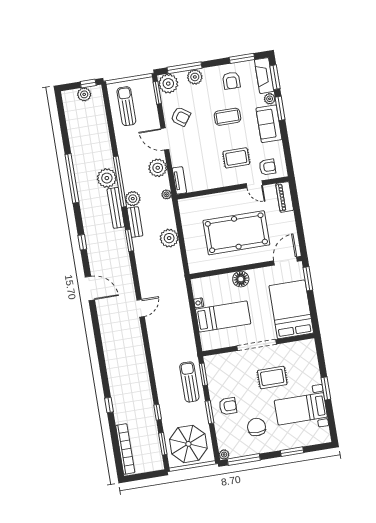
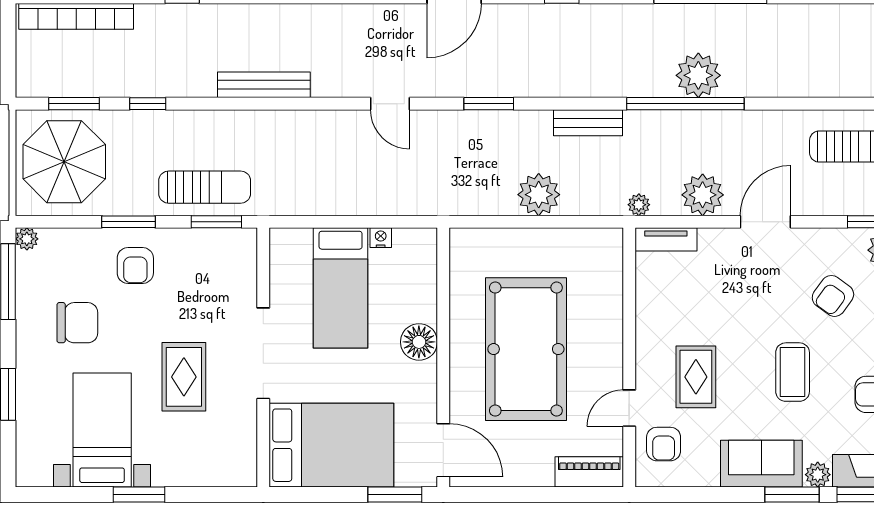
armchair: (181, 117) -> (833, 296), moved
plant: (133, 199) -> (642, 127), removed
bench: (116, 208) -> (264, 85), moved
window: (129, 240) -> (489, 104), moved

